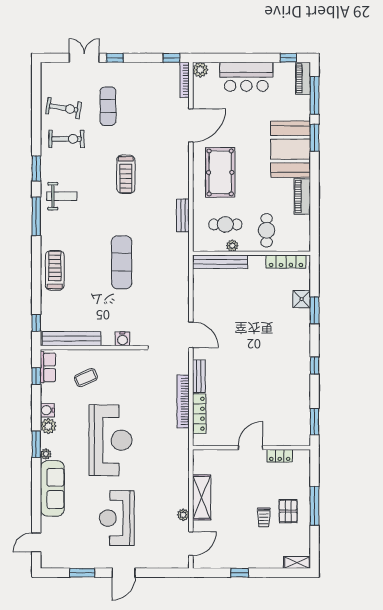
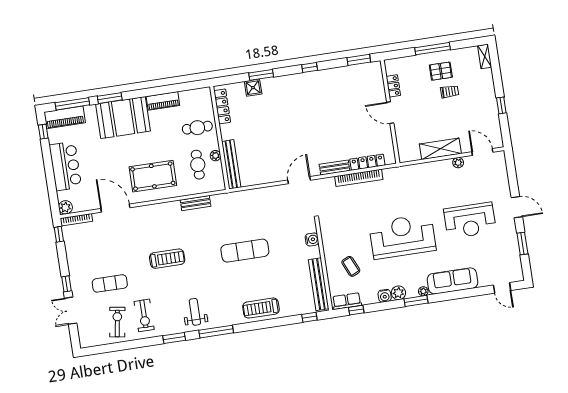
piano: (303, 78) -> (65, 117), width x1.37, depth x1.33
exercise bike: (67, 139) -> (144, 315), turned 180

